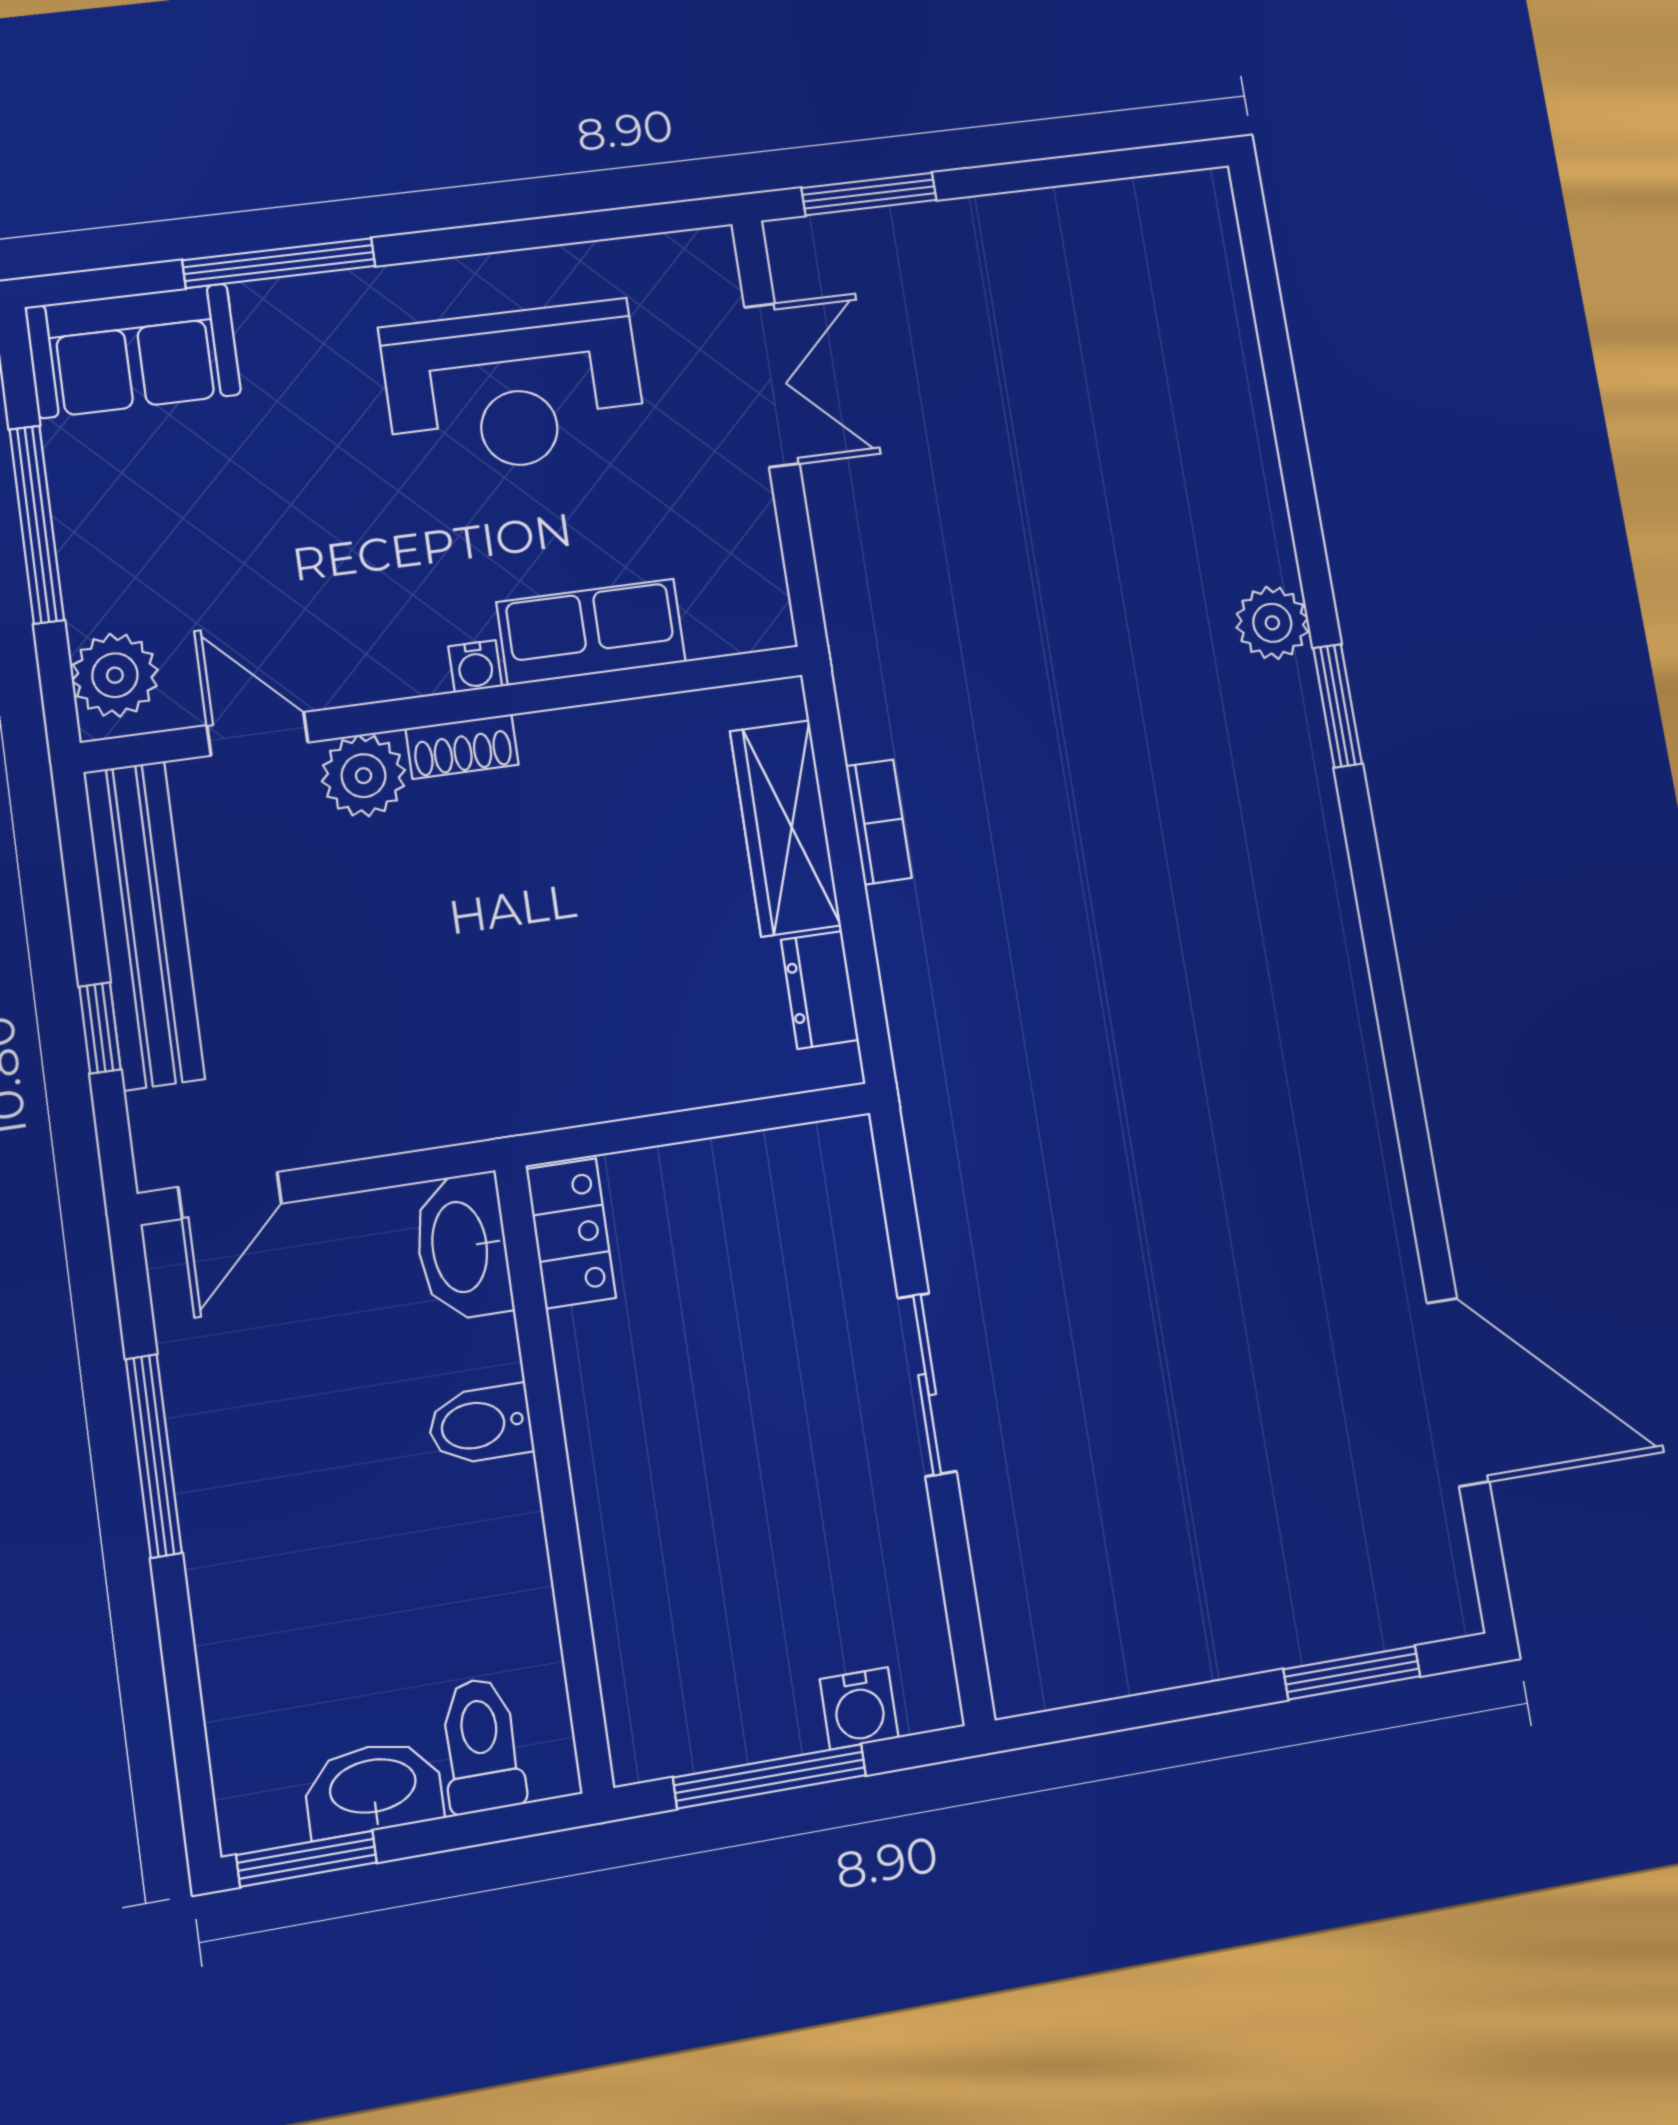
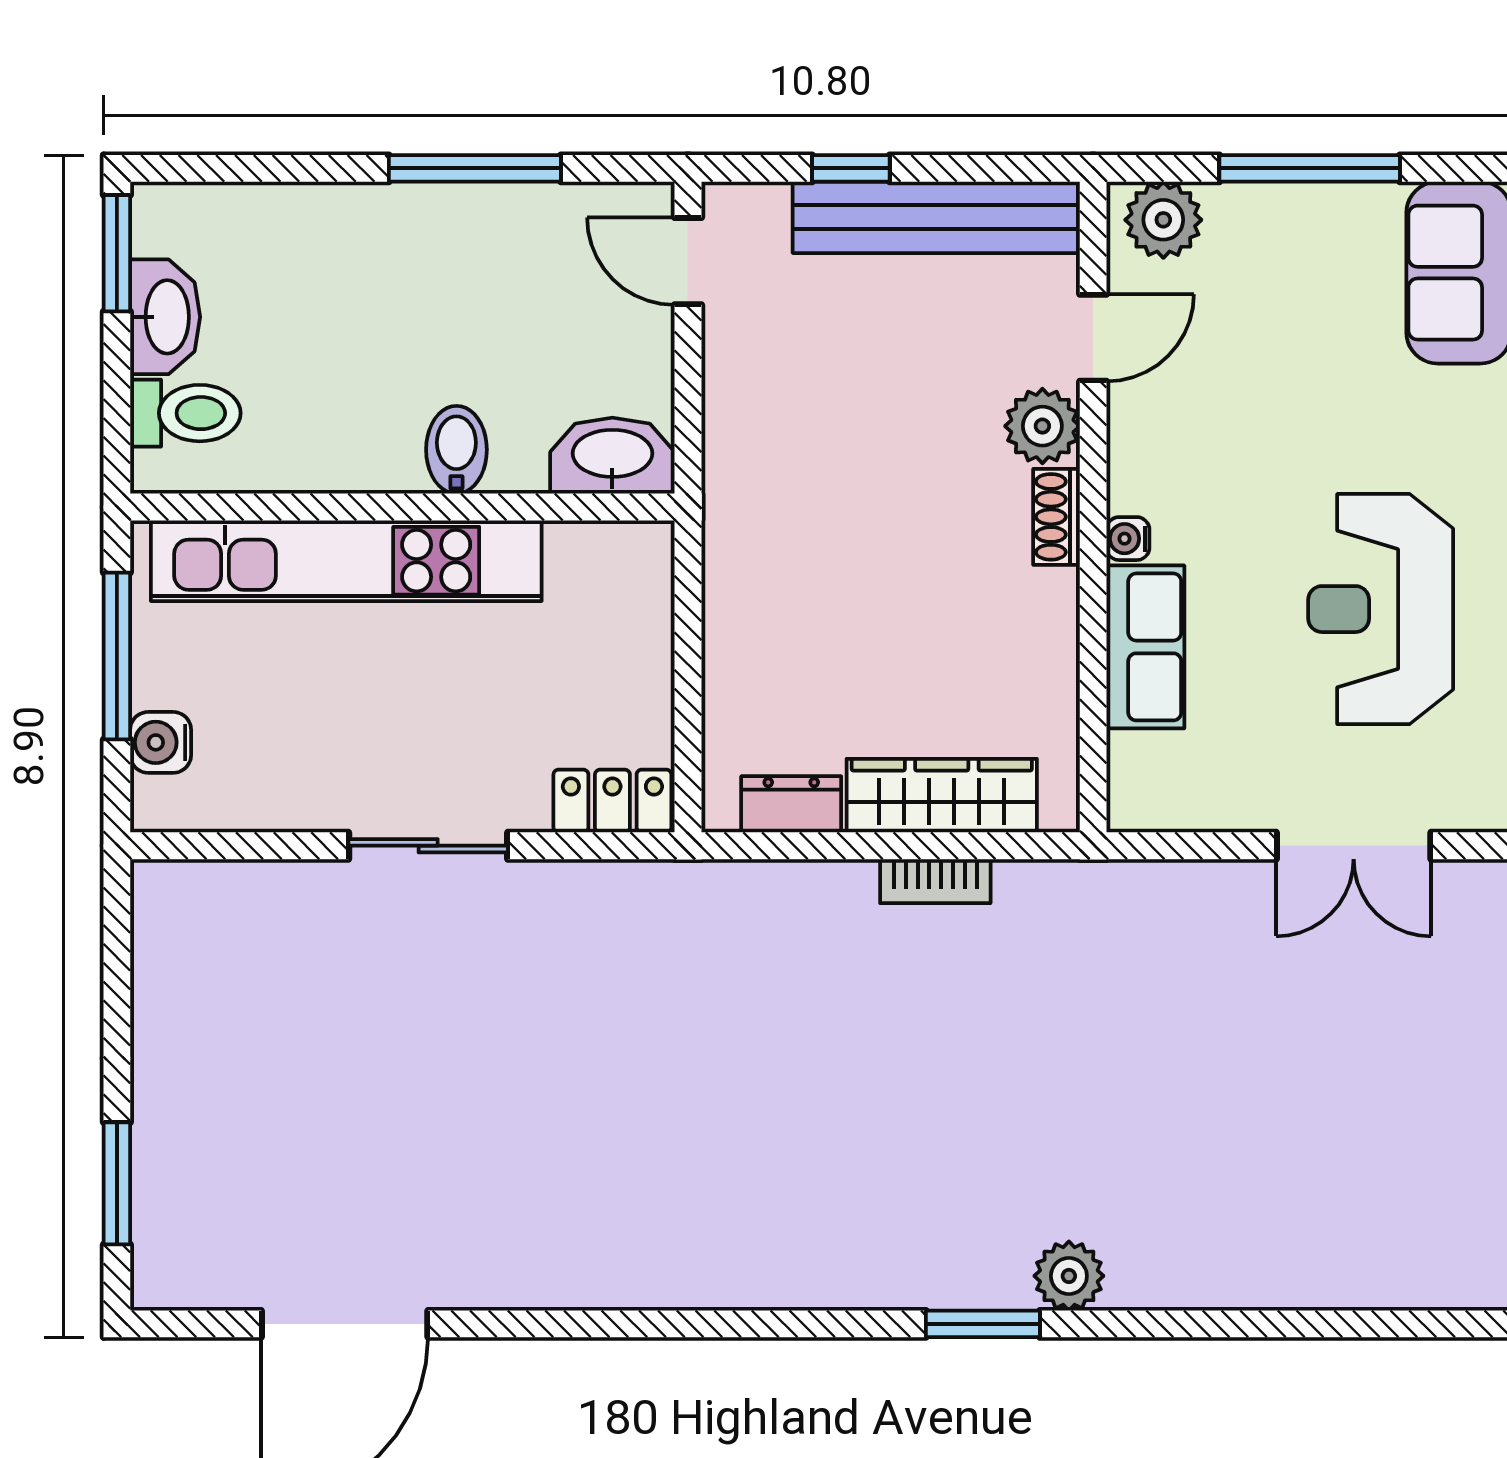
locker: (571, 1233) -> (612, 801), moved, turned 180
kitchen unit: (623, 1530) -> (346, 561), added

